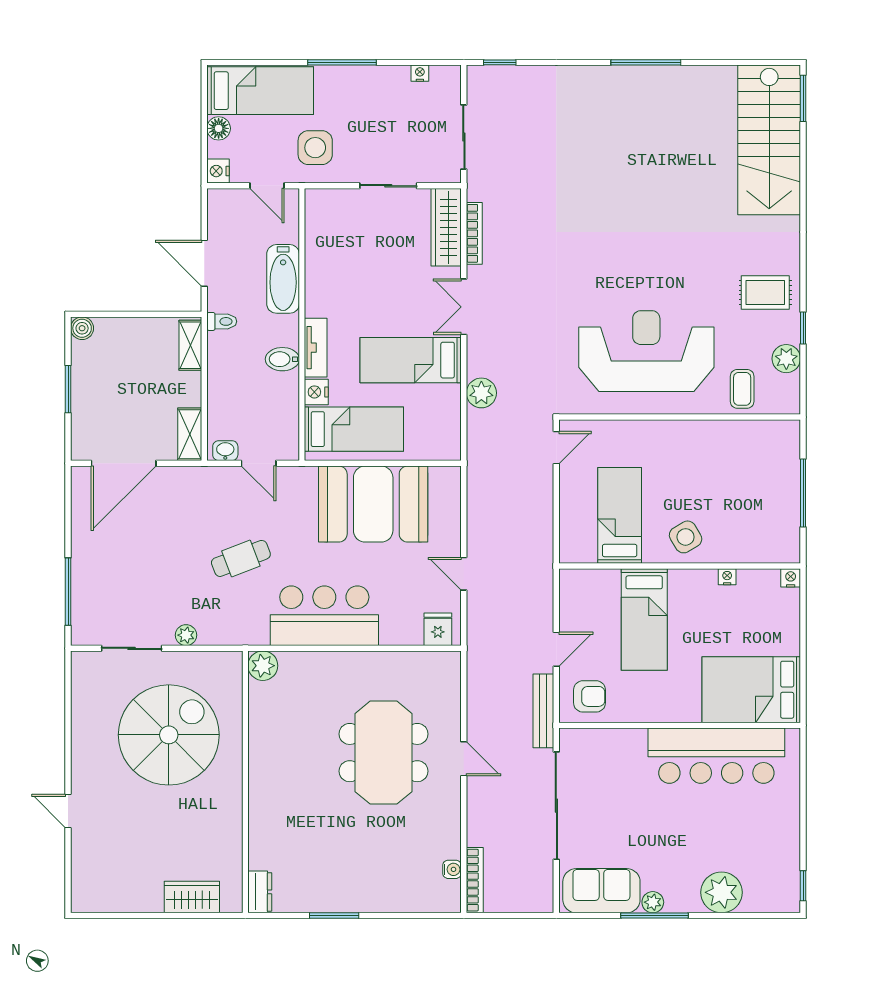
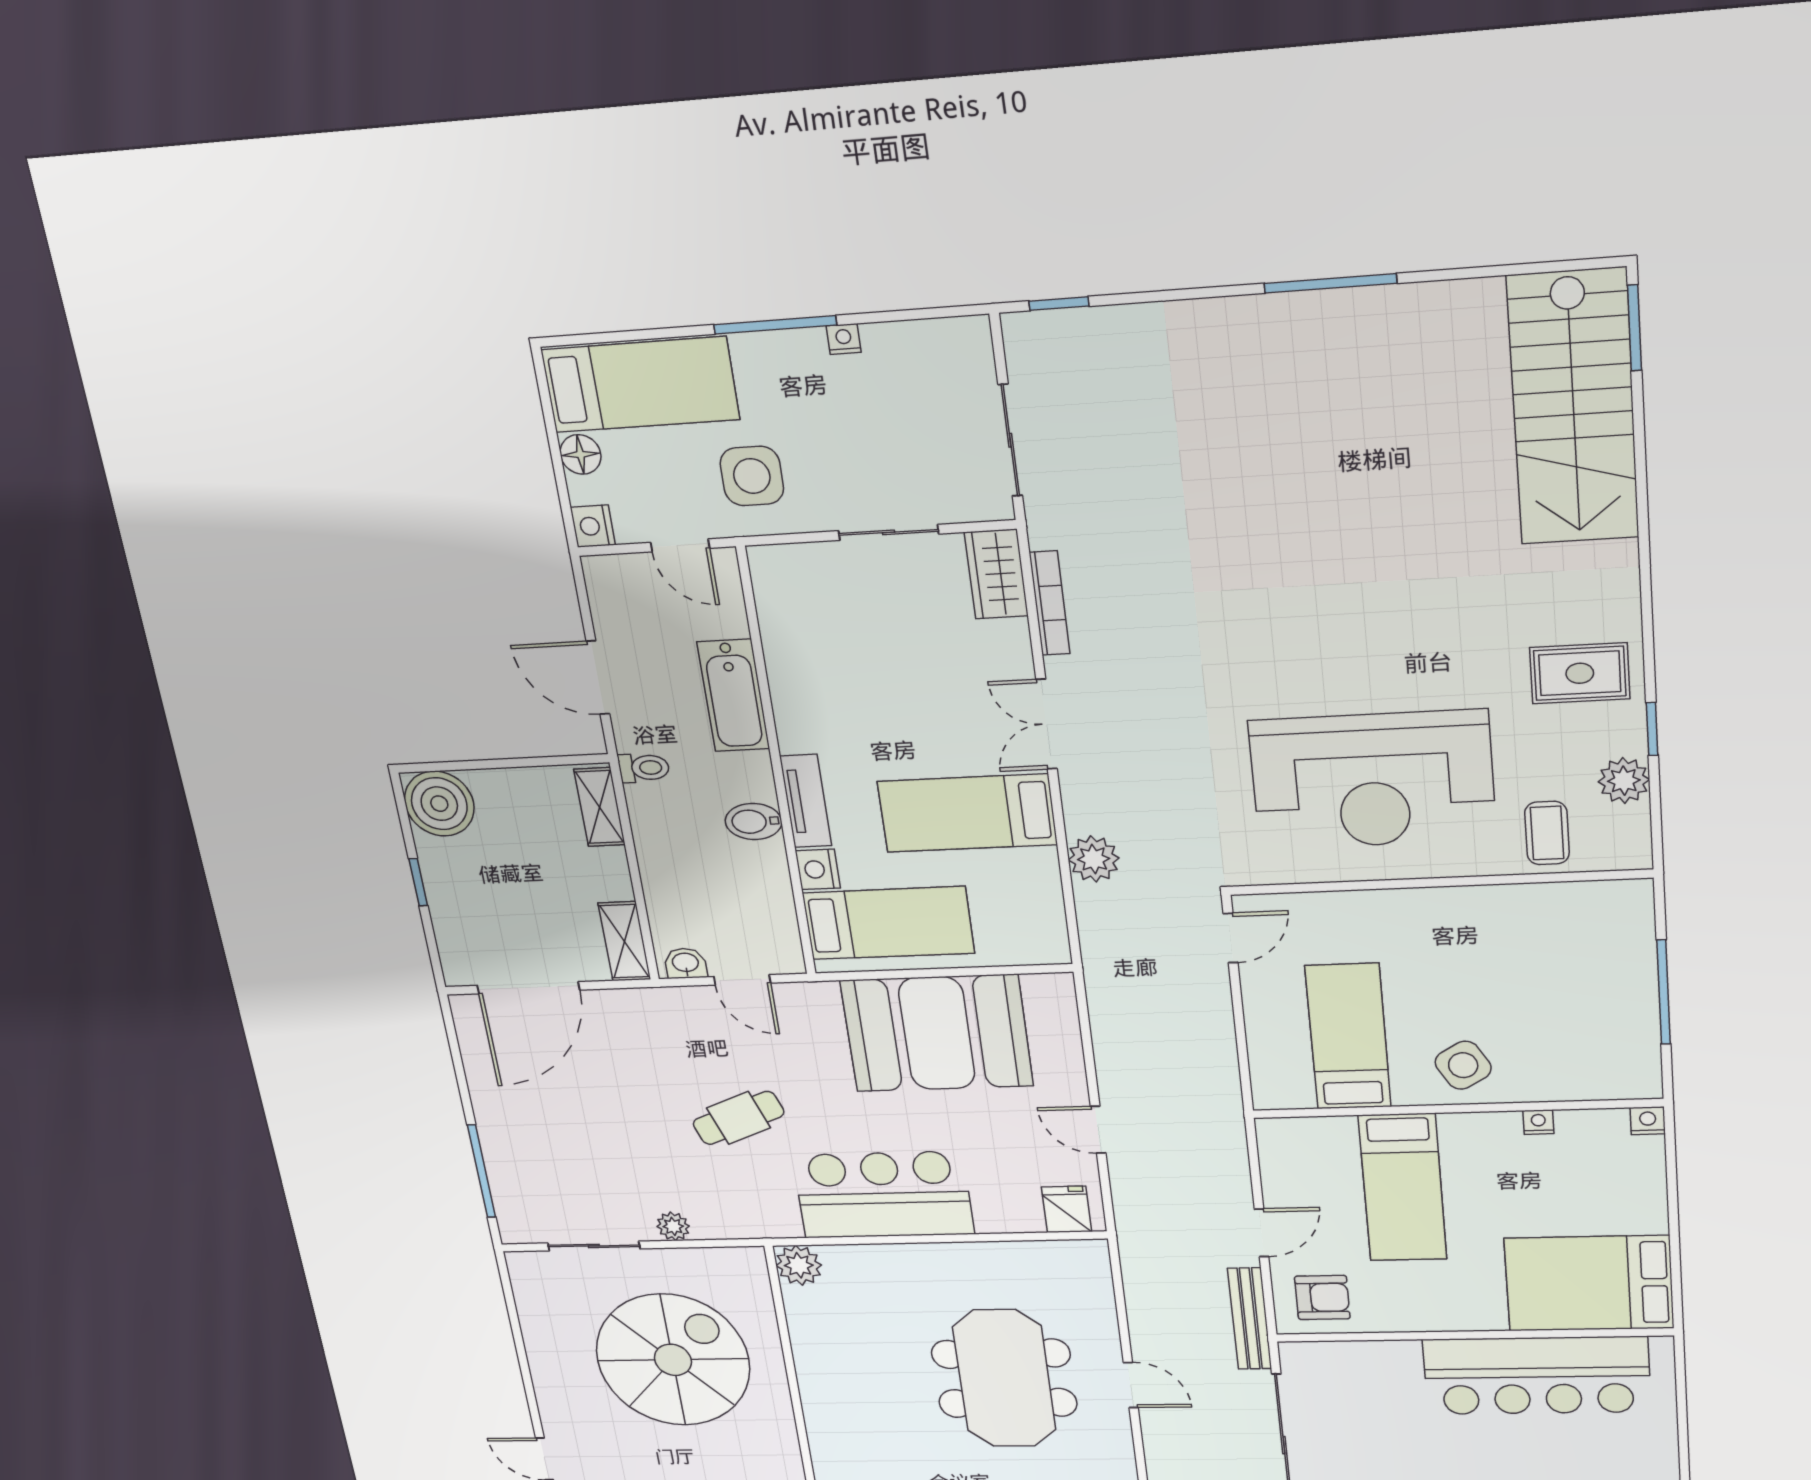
nightstand: (420, 73) -> (844, 339), moved
wardrobe: (446, 227) -> (996, 574), width x0.67
boiler: (82, 328) -> (439, 804), width x1.86, depth x1.86
reception desk: (646, 351) -> (1372, 780), turned 180
window: (68, 389) -> (418, 882), width x0.67

